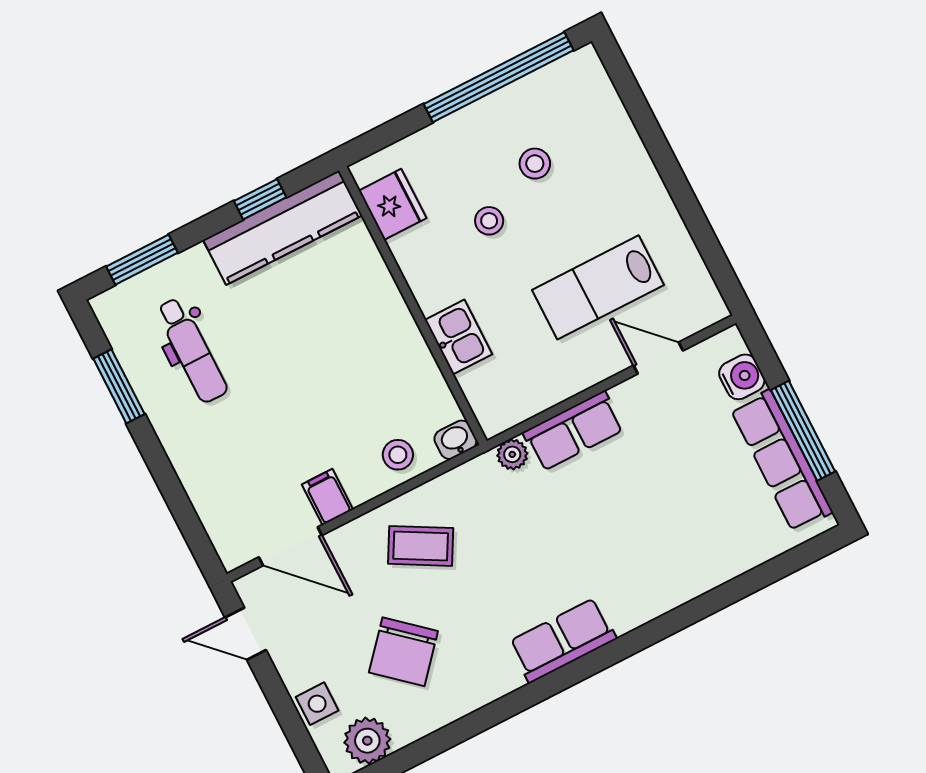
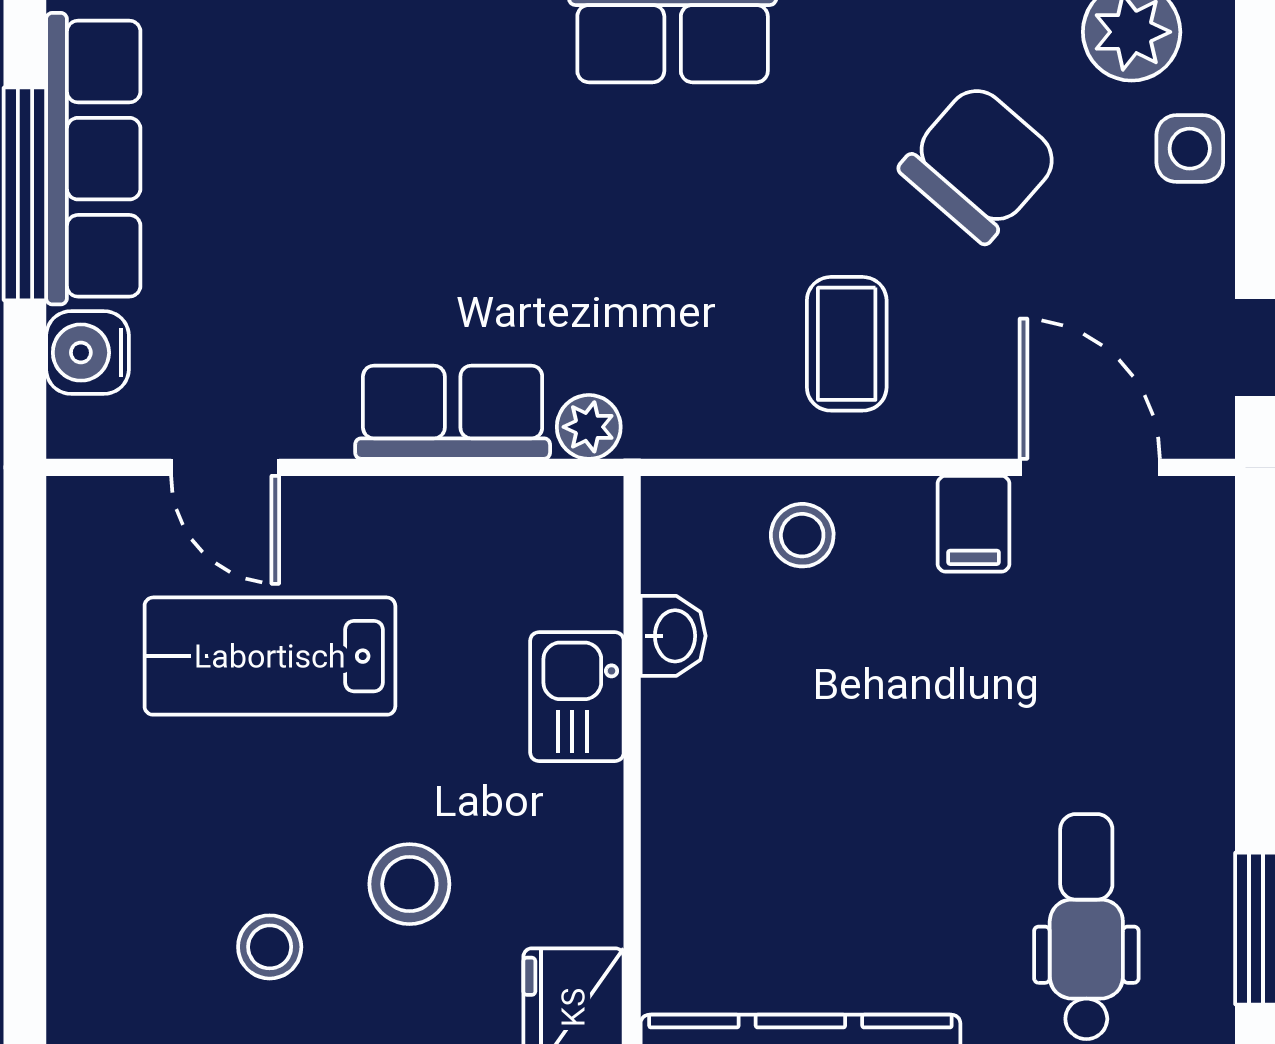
stool: (489, 221) -> (409, 884), width x1.37, depth x1.37
lab bench: (598, 287) -> (270, 656), turned 180
washbasin: (455, 440) -> (673, 636), moved, turned -90
coffee table: (421, 546) -> (847, 344), turned 61

